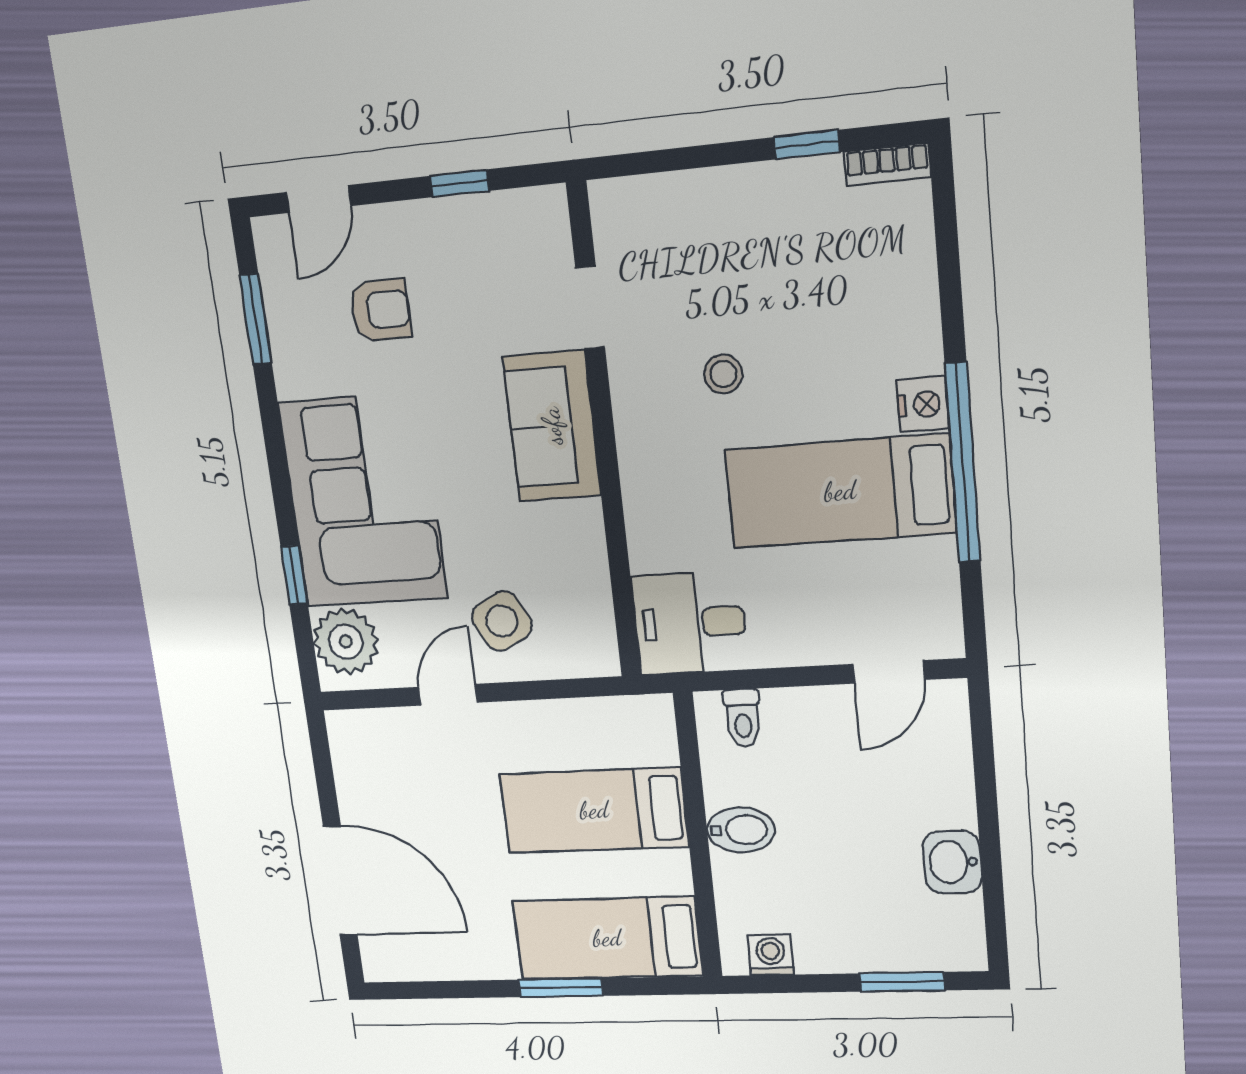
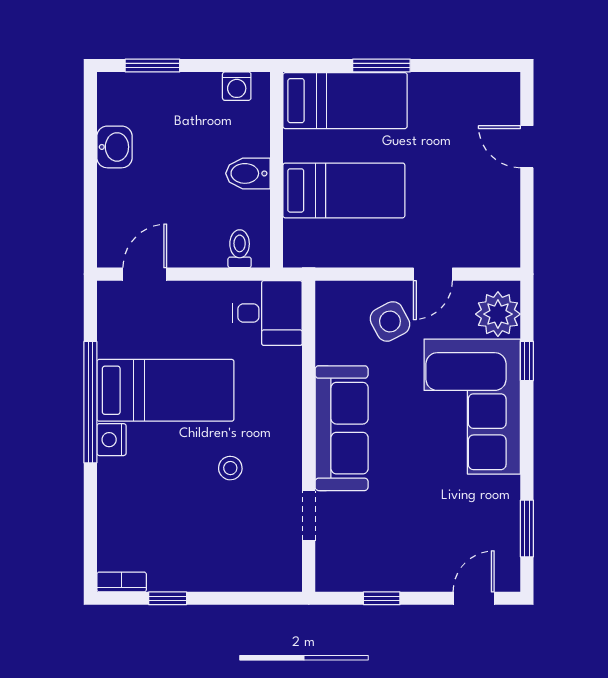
armchair: (380, 310) -> (443, 527), removed
sofa: (552, 426) -> (342, 428), width x1.36
door: (340, 881) -> (527, 147), width x0.53

